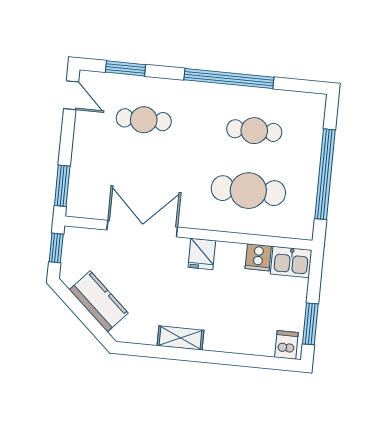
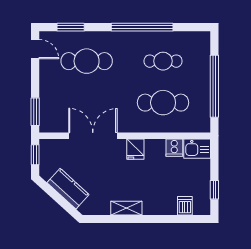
cafe table: (144, 120) -> (87, 61), width x1.37, depth x1.35
window: (310, 324) -> (214, 190), width x0.67
dishwasher: (286, 345) -> (185, 206), moved

